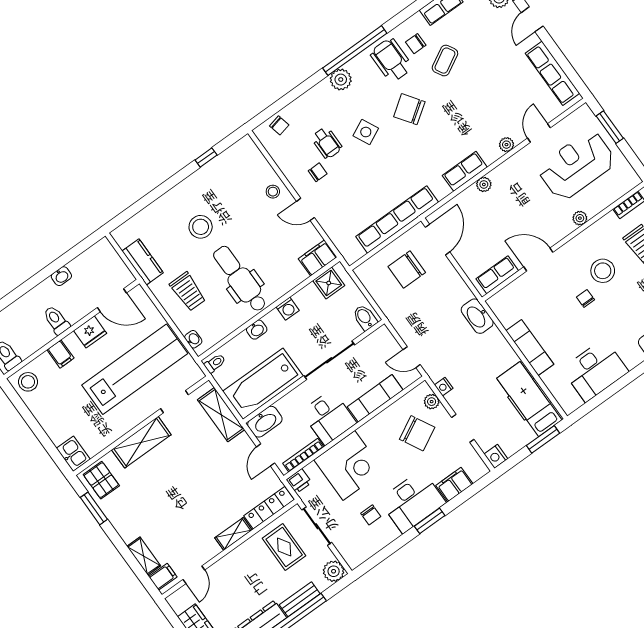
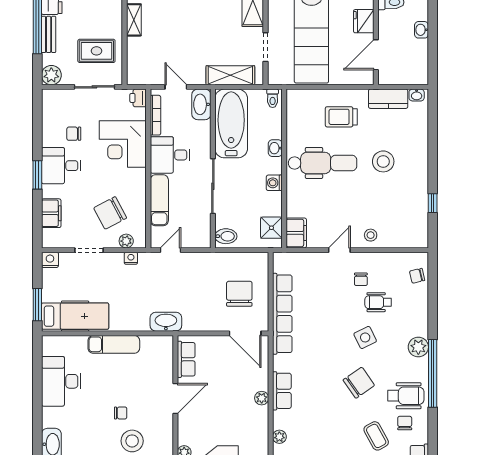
washbasin: (193, 339) -> (417, 95), moved
desk: (412, 502) -> (61, 166), width x0.73
locker: (269, 508) -> (134, 61), removed

